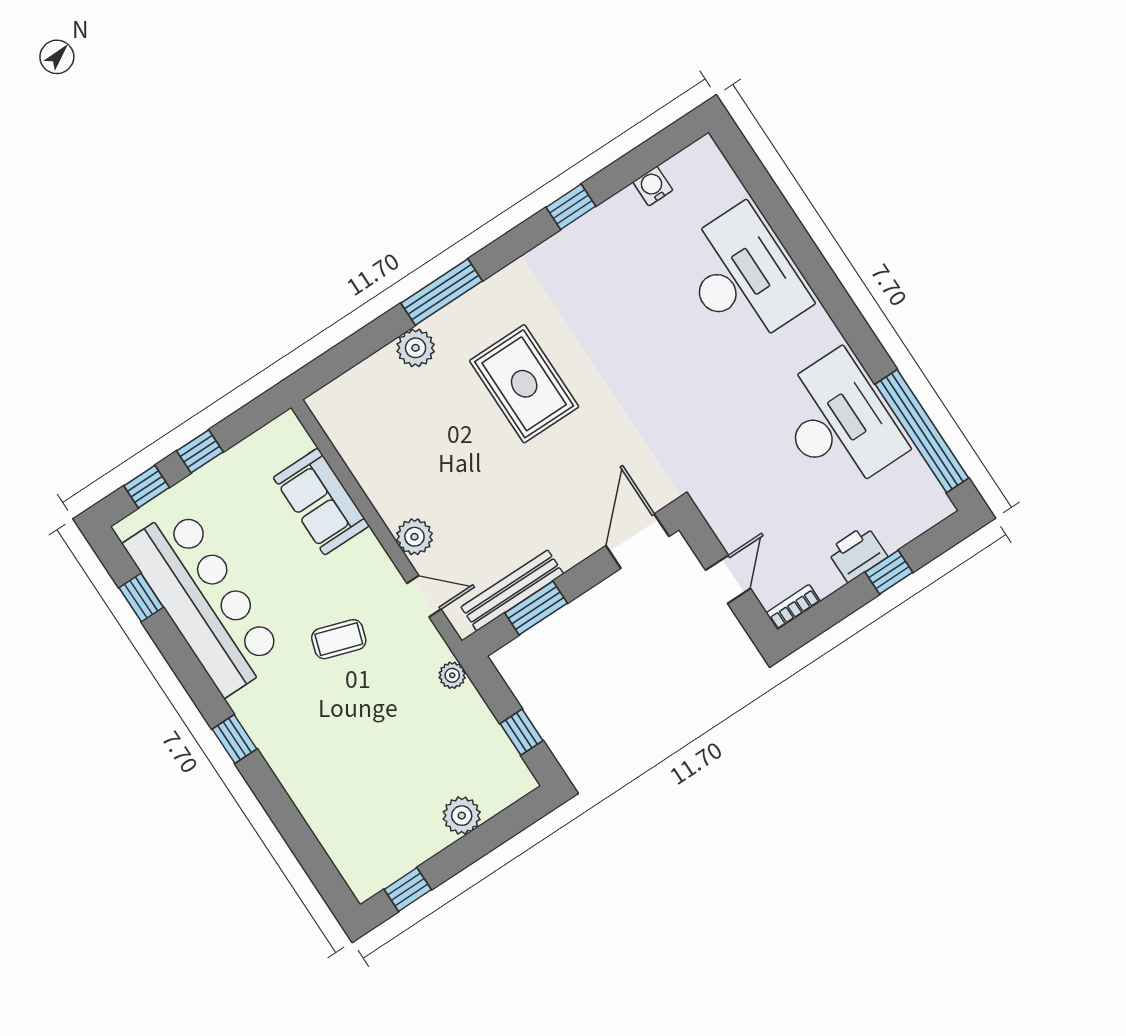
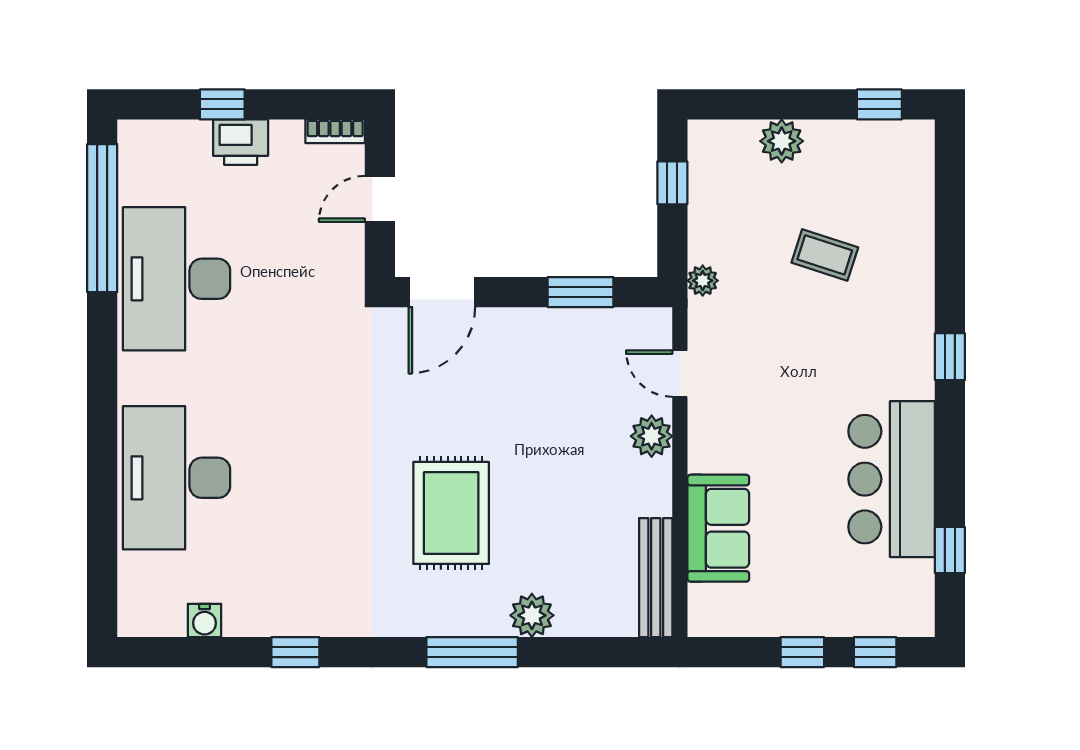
bench: (512, 590) -> (656, 578), moved, turned 90
bar counter: (204, 600) -> (892, 479), width x0.73
coffee table: (339, 639) -> (825, 255), moved

